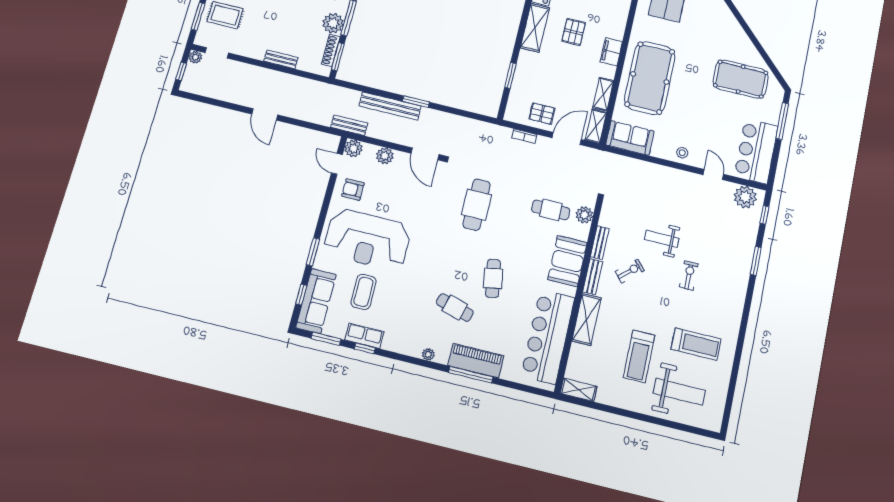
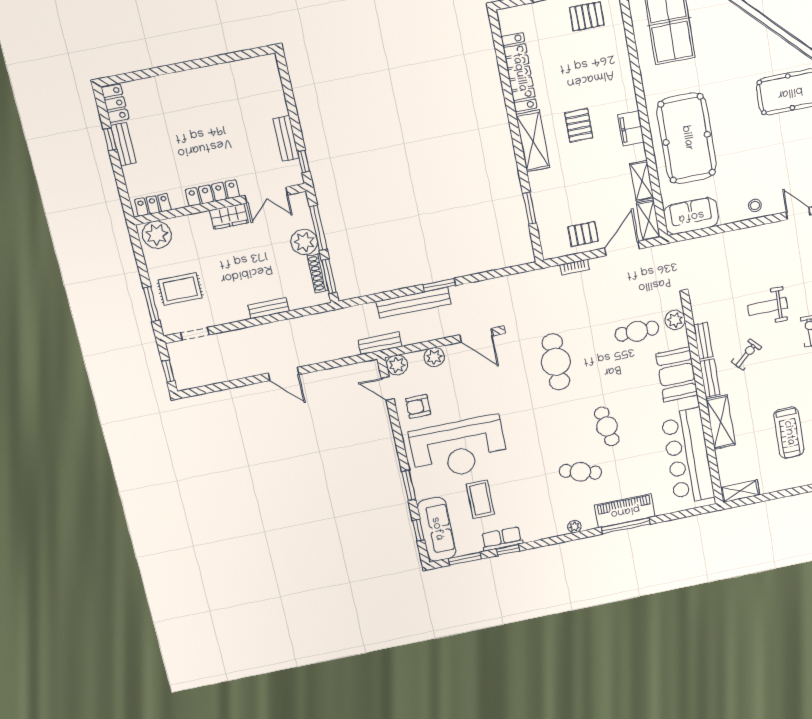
plant: (195, 57) -> (174, 349), removed

